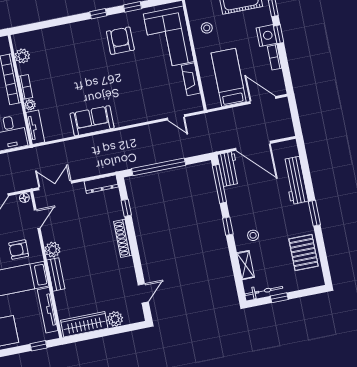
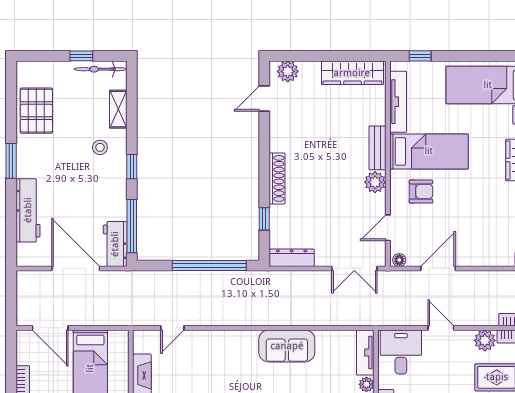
door: (176, 117) -> (172, 328), swing flipped
plant: (115, 319) -> (288, 71), moved

